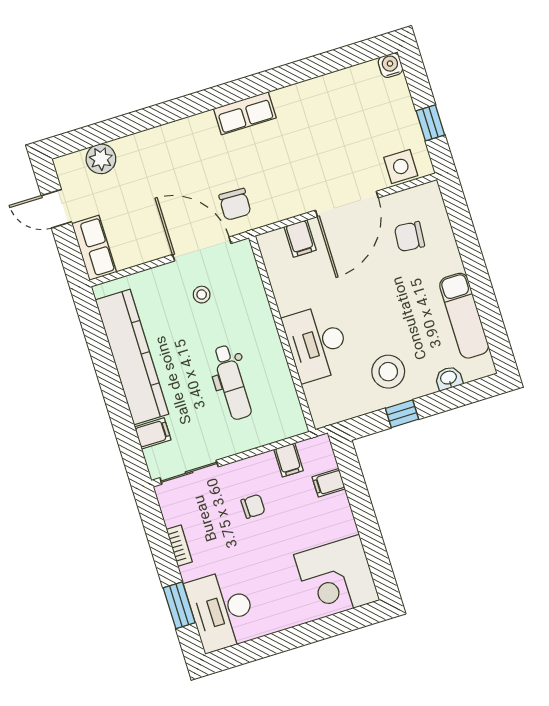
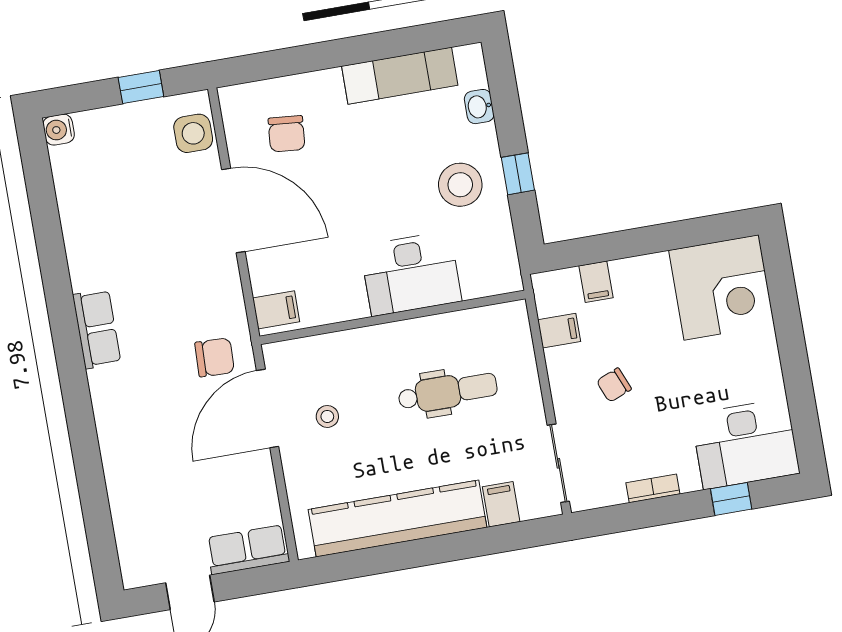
plant: (101, 159) -> (132, 526), removed
filing cabinet: (300, 238) -> (276, 310), moved
chair: (253, 506) -> (614, 385), turned -111
window: (179, 605) -> (731, 499), width x0.67

